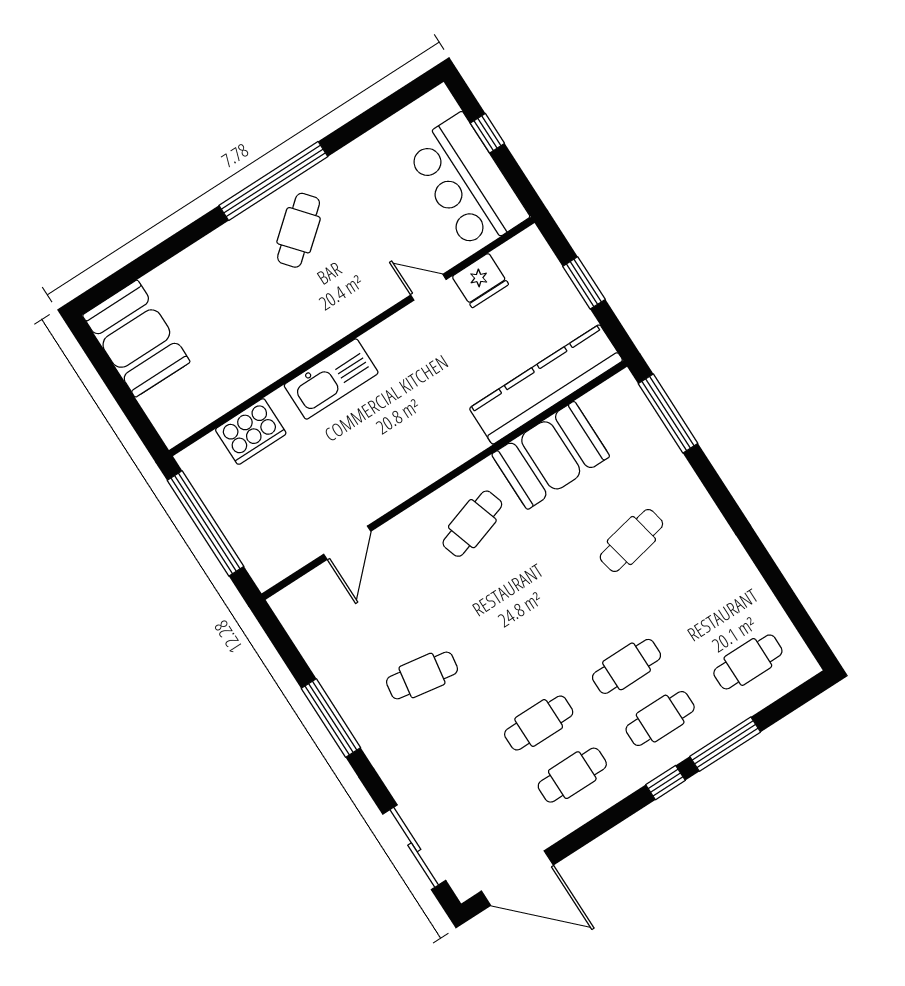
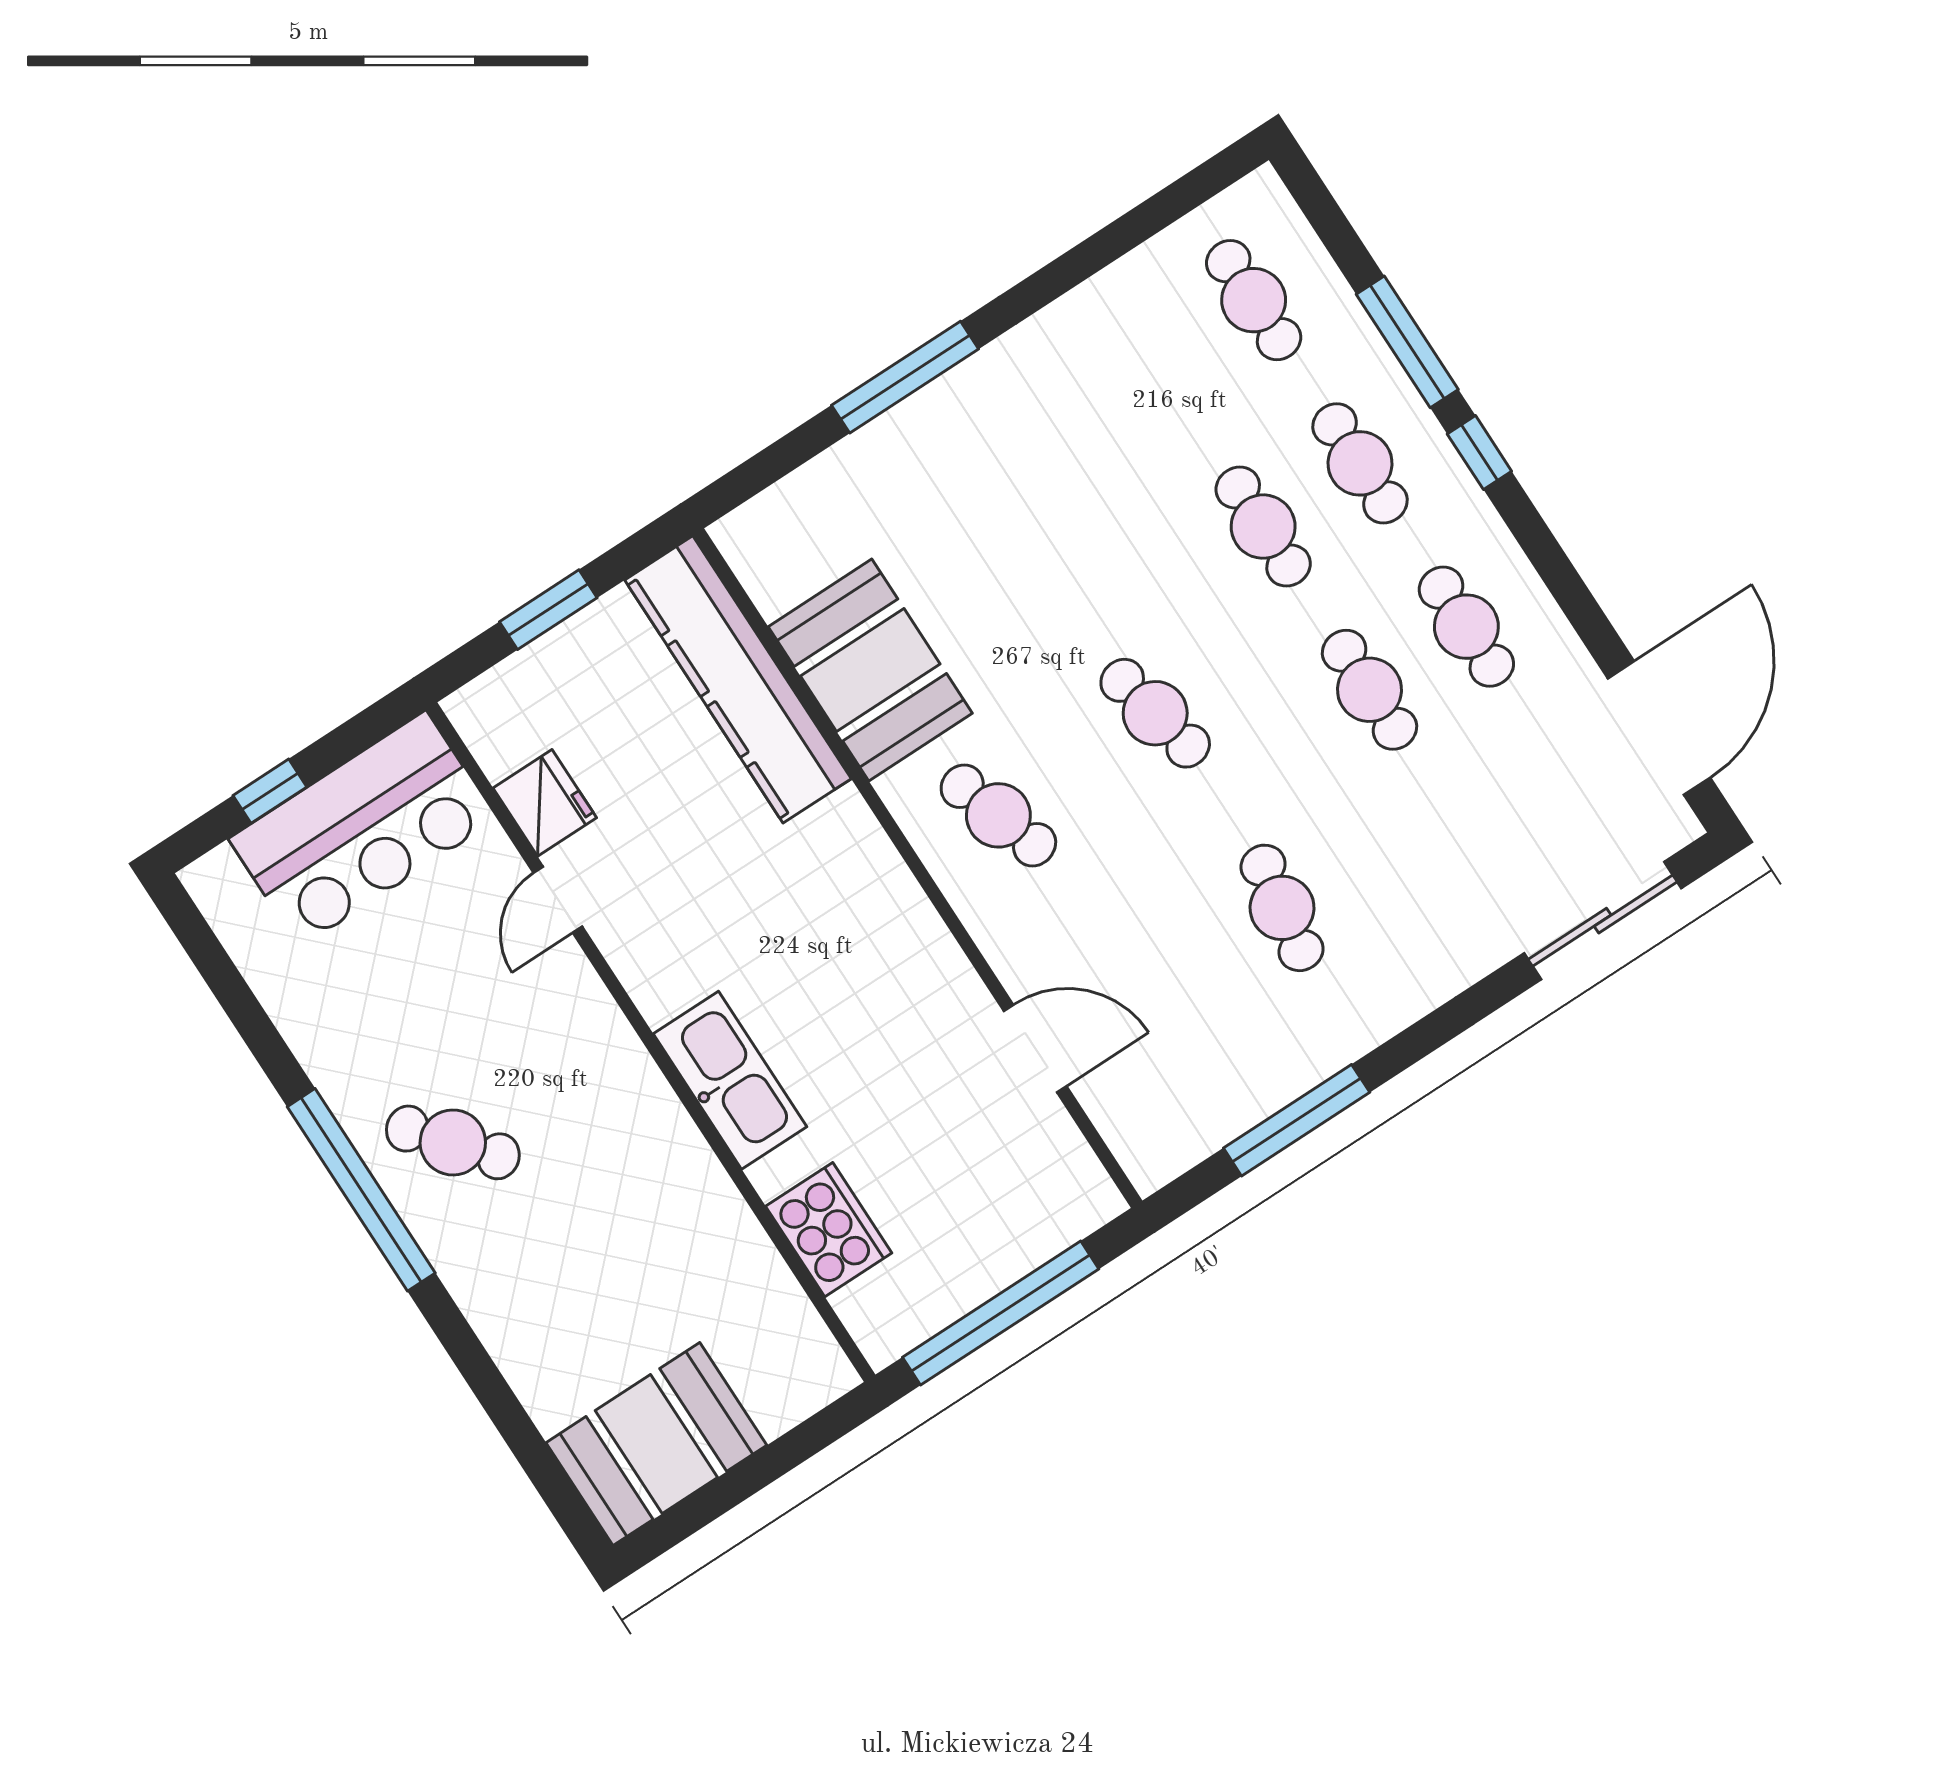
window: (668, 414) -> (905, 377), moved
cafe table: (631, 541) -> (1155, 713), moved
window: (331, 718) -> (1297, 1120), moved

